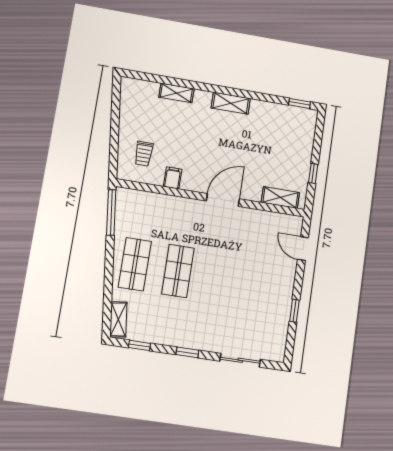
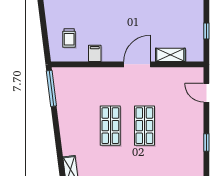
shelving: (280, 197) -> (170, 55), moved
shop shelf: (135, 264) -> (144, 126), moved

